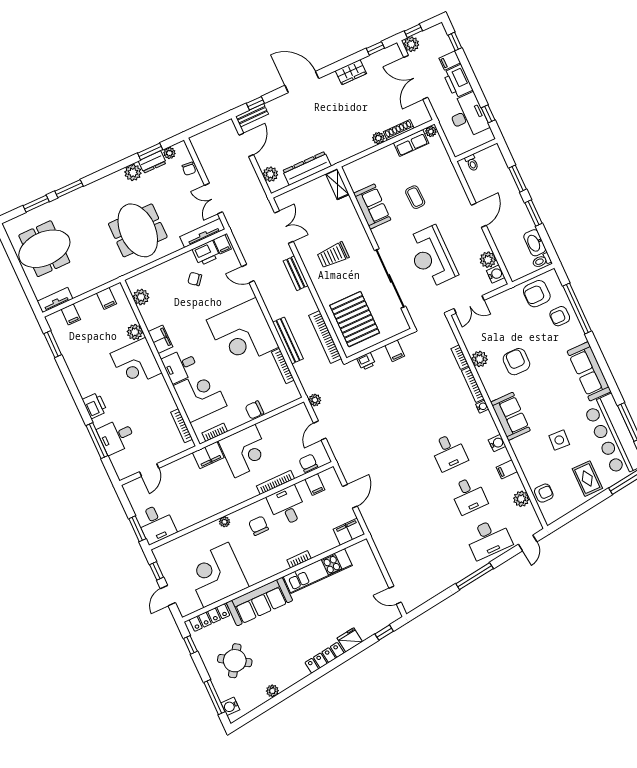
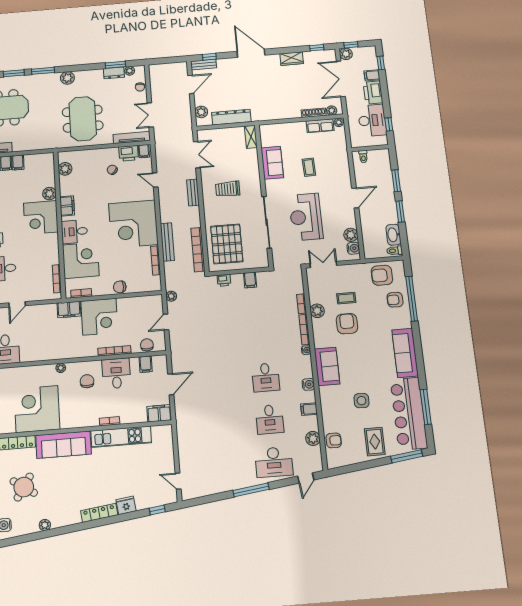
plant: (378, 138) -> (332, 110), moved
plant: (133, 173) -> (67, 78), moved
filing cabinet: (106, 298) -> (18, 162), moved
double door: (469, 304) -> (323, 265), swing flipped
coffee table: (506, 333) -> (346, 298), added

